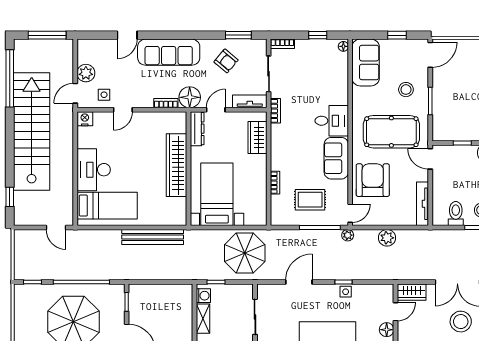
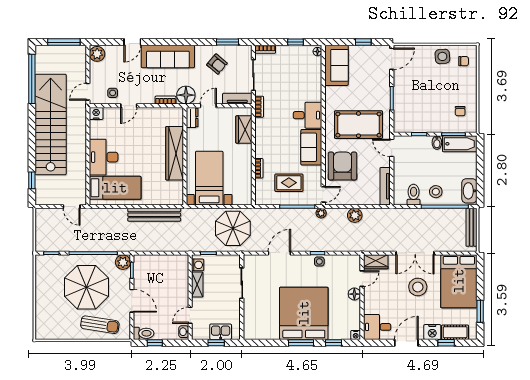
plant: (86, 73) -> (97, 54), moved
stool: (406, 90) -> (371, 89), removed
dresser: (197, 129) -> (192, 118), width x0.70
plant: (116, 292) -> (123, 262), added

